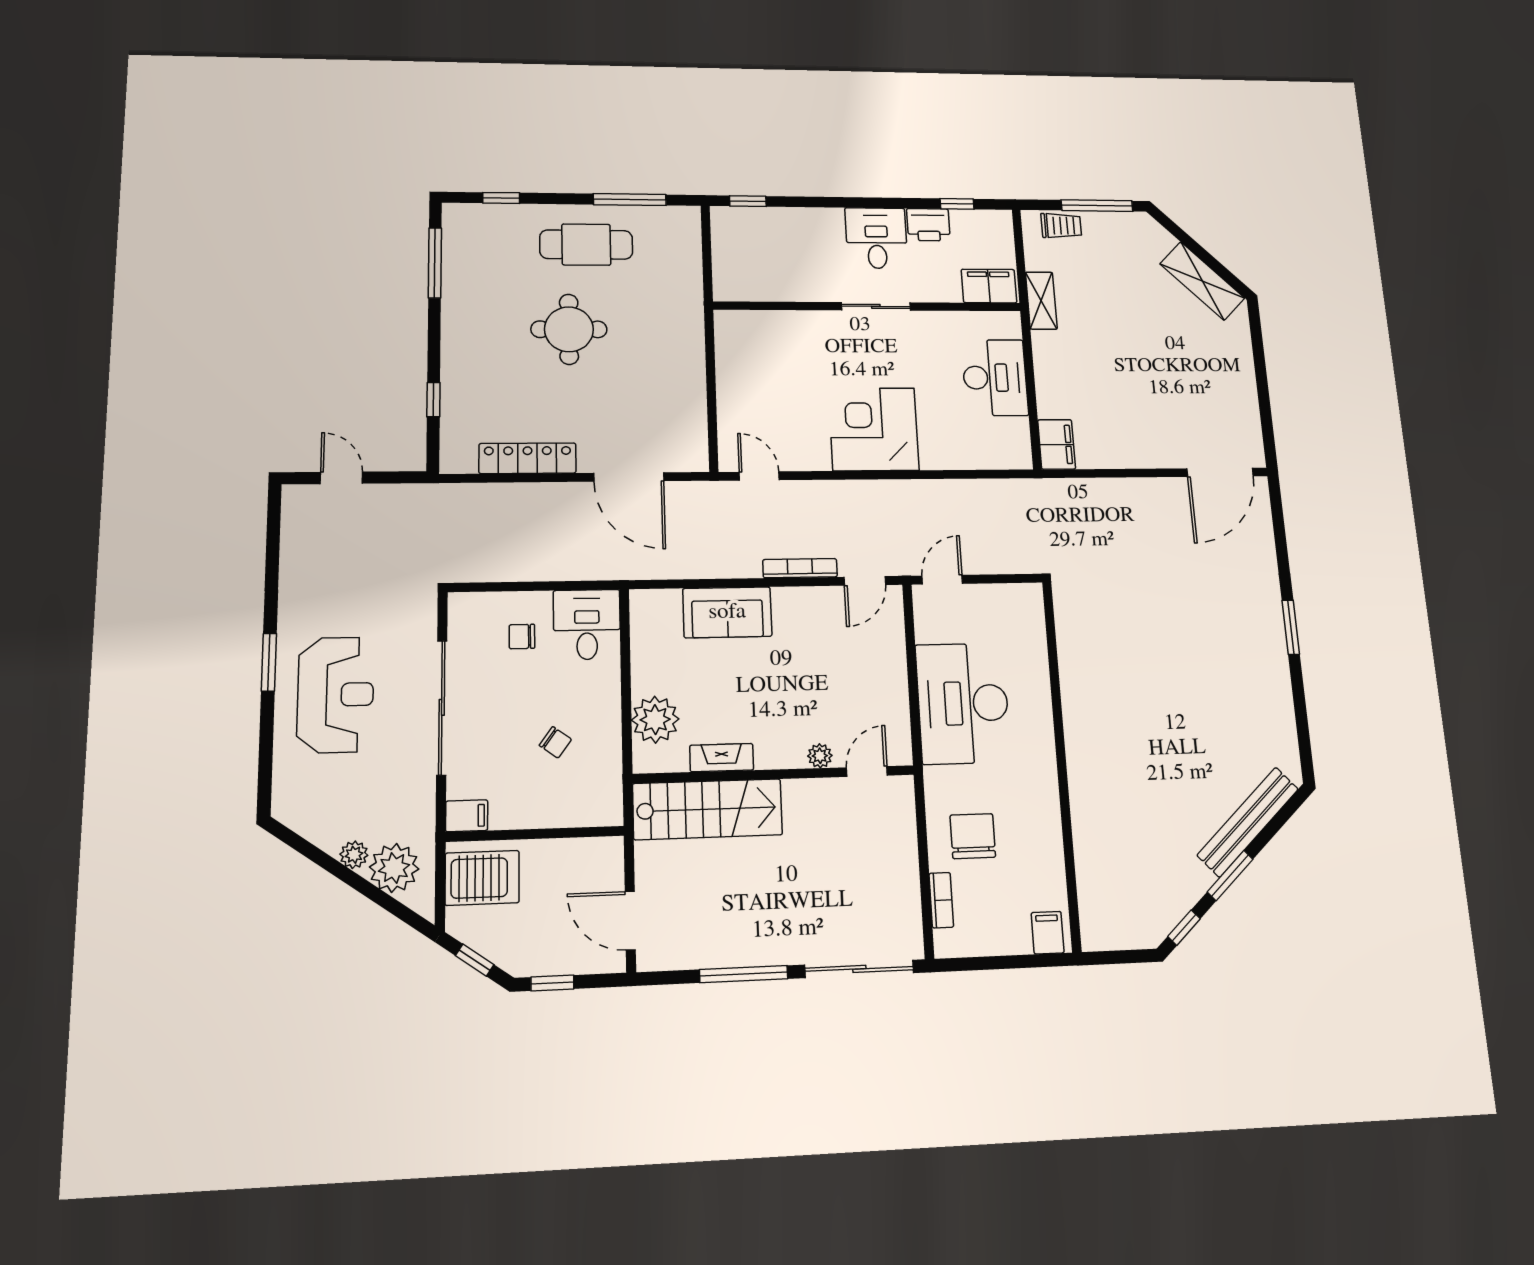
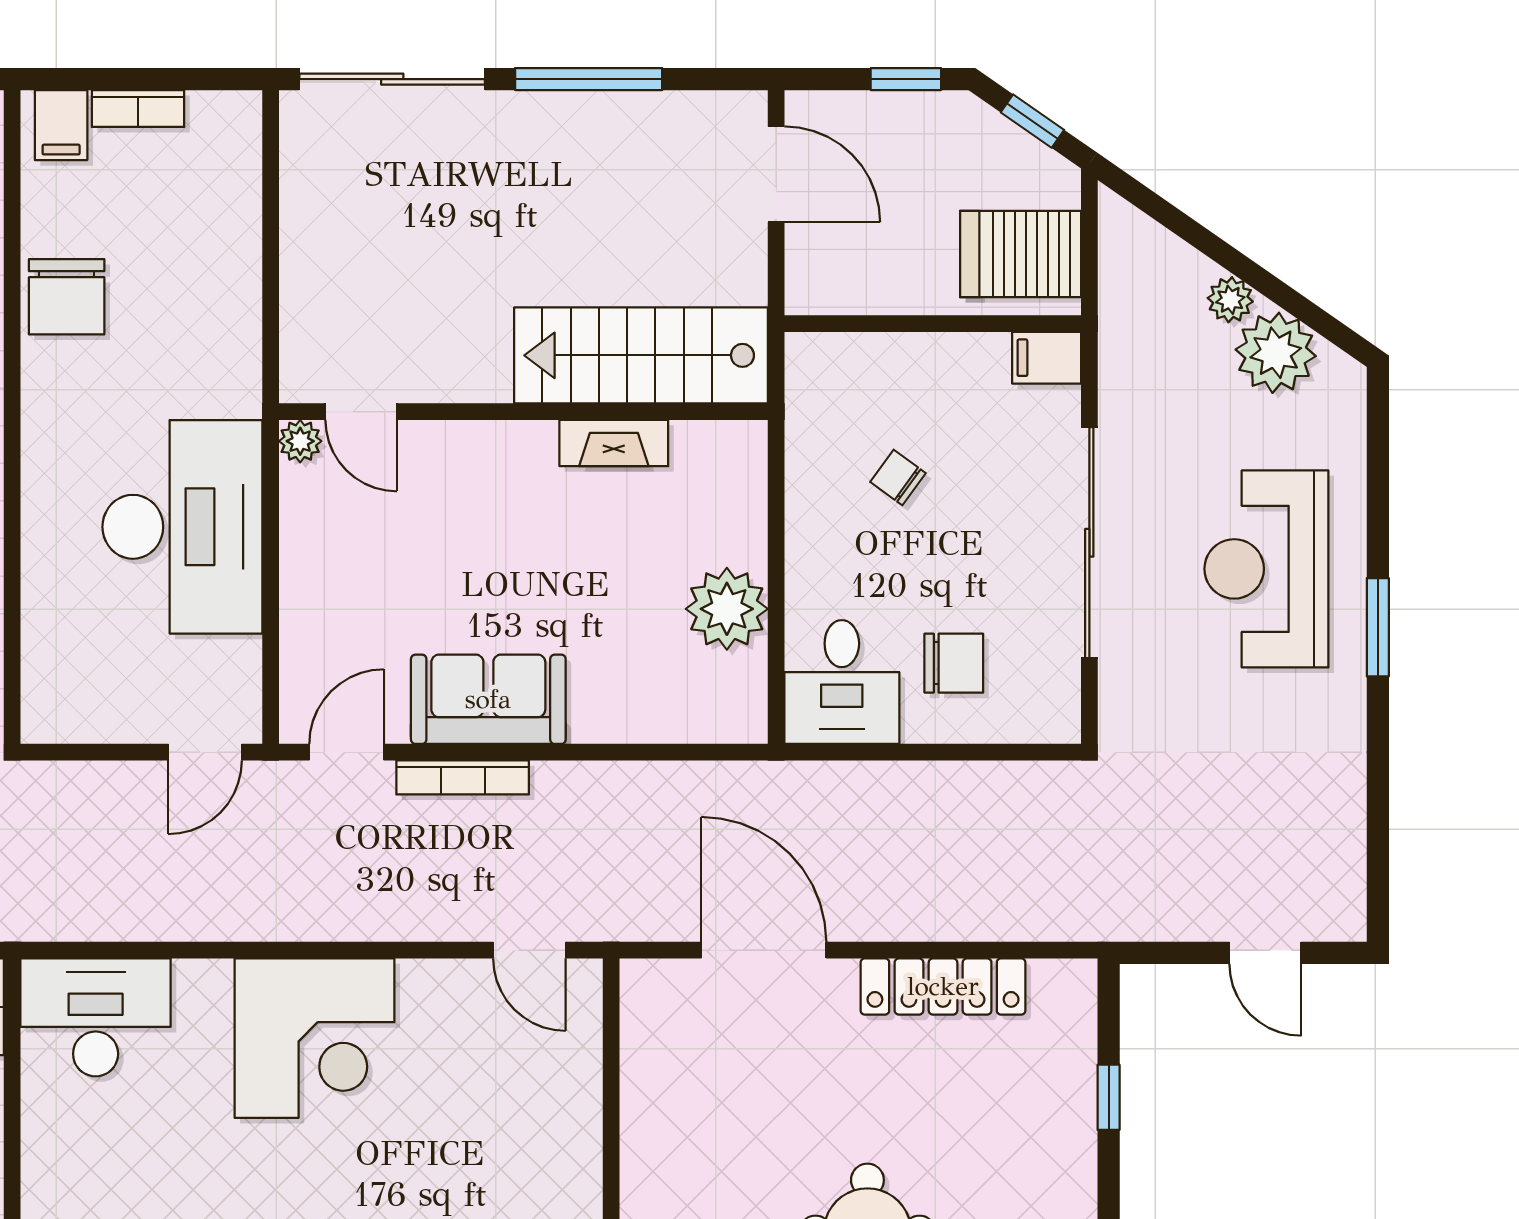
desk: (995, 378) -> (96, 1017), moved, turned 90
sofa: (727, 612) -> (488, 699), moved
chair: (522, 637) -> (954, 663), width x1.37, depth x1.37
plant: (655, 720) -> (727, 609), moved
plant: (820, 756) -> (300, 441), moved
door: (867, 771) -> (361, 412), hinge flipped
chair: (973, 836) -> (67, 297), moved
plant: (394, 868) -> (1276, 353), moved
bookcase: (941, 900) -> (138, 109), moved, turned -90

